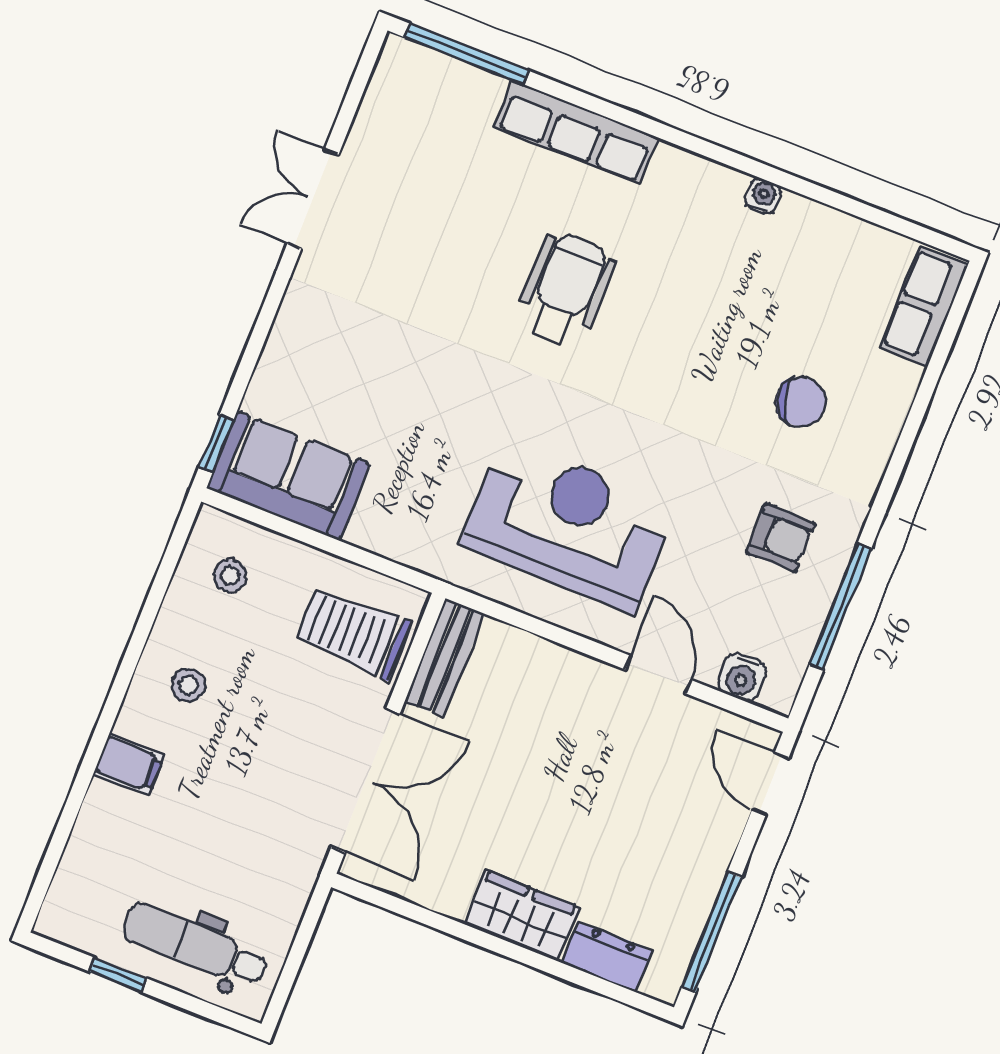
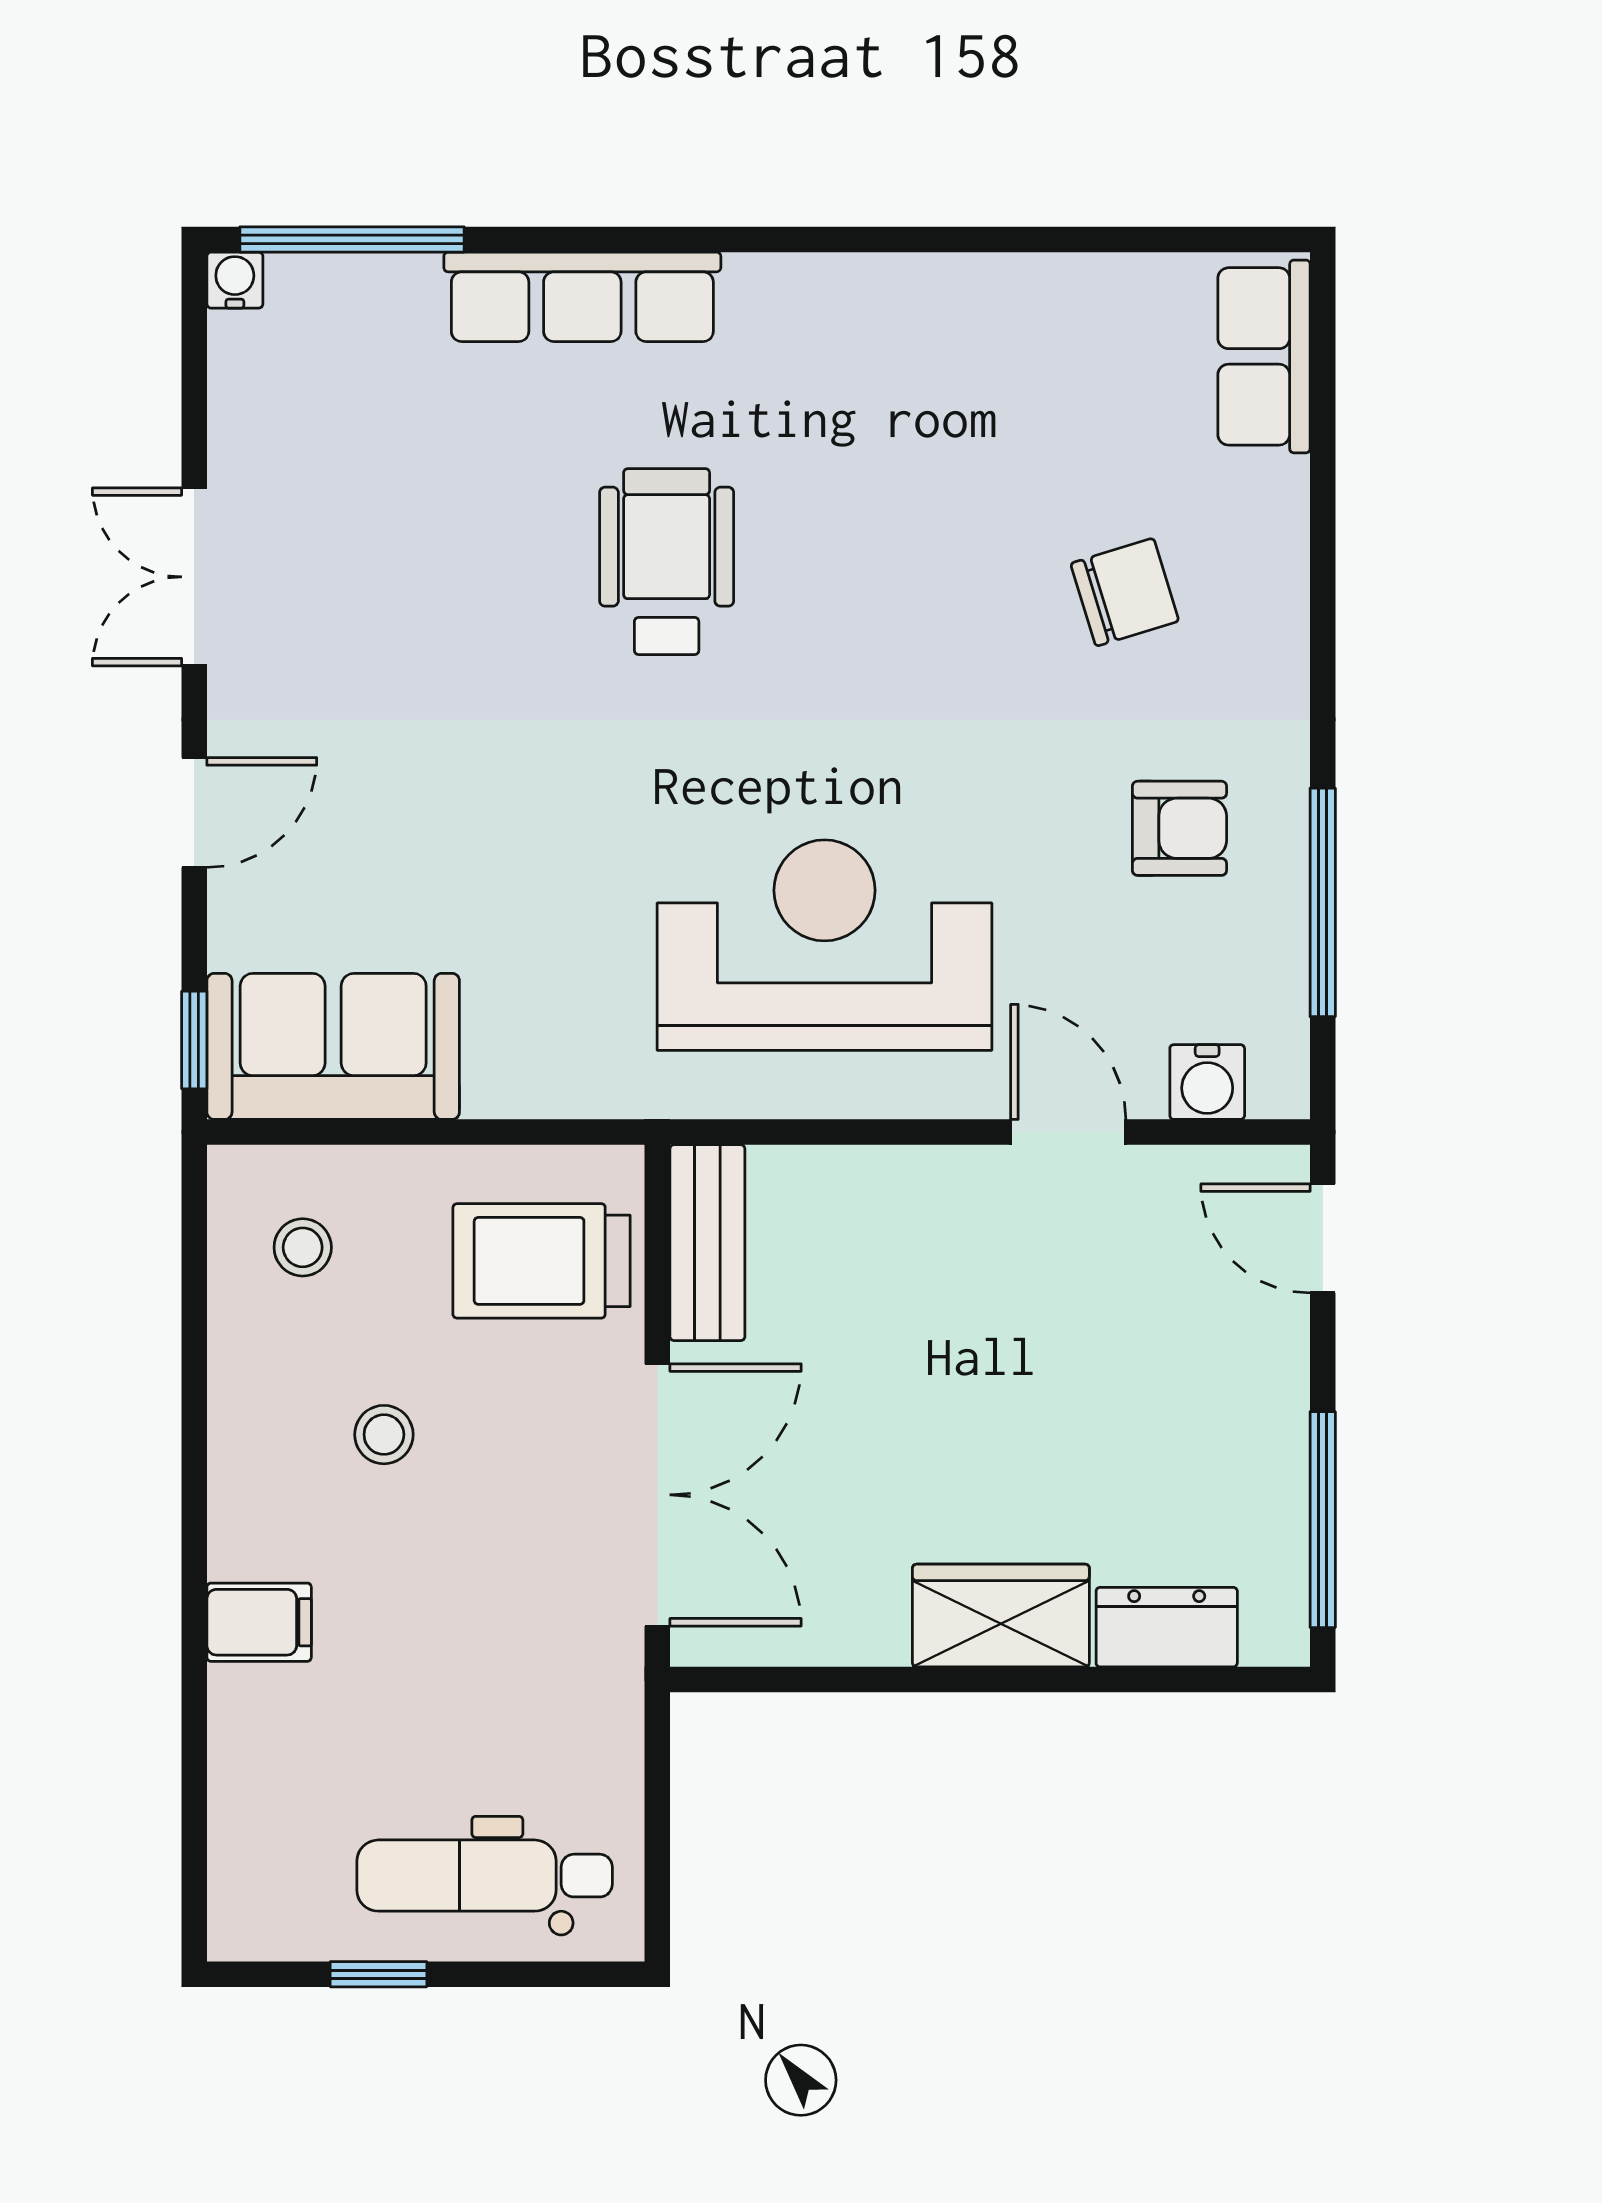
water cooler: (763, 196) -> (235, 280), moved
door: (264, 323) -> (194, 812), added
stool: (188, 685) -> (384, 1435), moved

